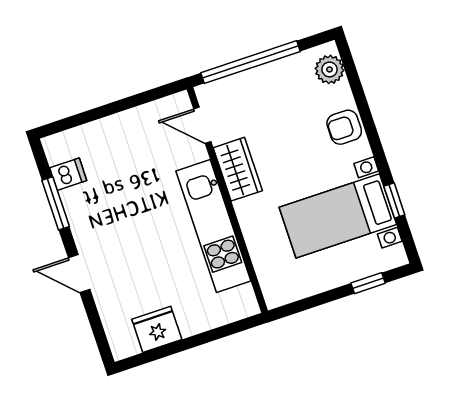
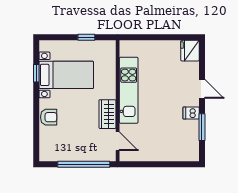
plant: (330, 69) -> (46, 148), removed
dishwasher: (68, 174) -> (191, 113), moved
window: (368, 283) -> (86, 37), moved
fridge: (157, 329) -> (190, 51), moved, turned 90

